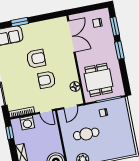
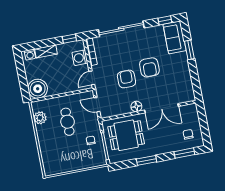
double door: (71, 36) -> (162, 108), moved
window: (119, 50) -> (146, 160), moved
floor lamp: (75, 86) -> (136, 107), moved

